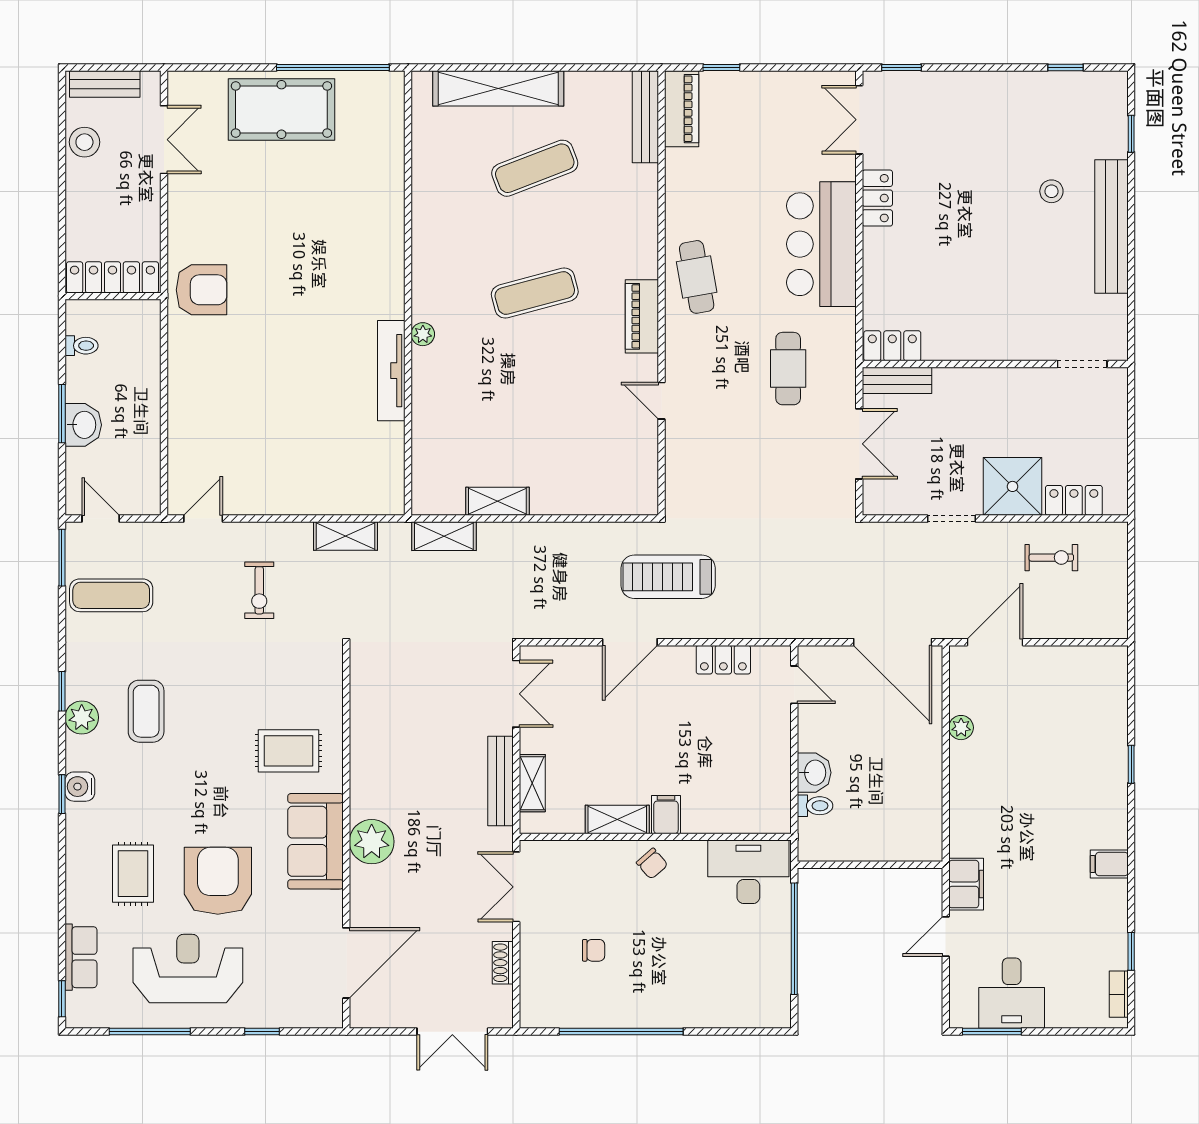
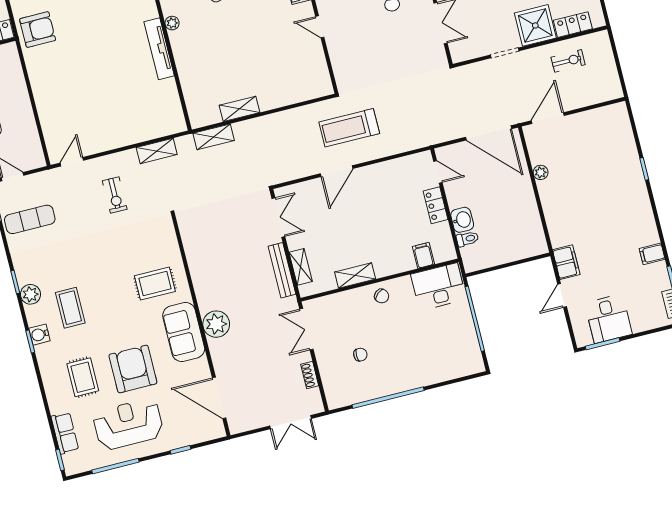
locker: (723, 660) -> (436, 205), moved, turned 90
coffee table: (146, 711) -> (70, 308), moved
filing cabinet: (666, 815) -> (423, 255), moved
filing cabinet: (1109, 864) -> (652, 254), moved
door: (346, 963) -> (219, 398), swing flipped

